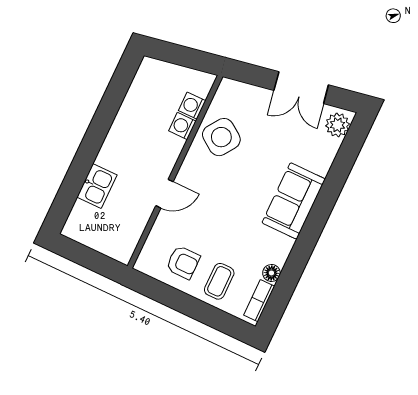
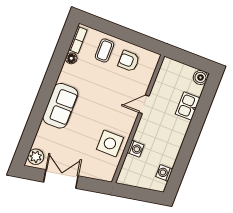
washing machine: (192, 106) -> (164, 173), moved, turned 180
side table: (221, 137) -> (110, 143), turned -35
boiler: (74, 229) -> (200, 77), added

